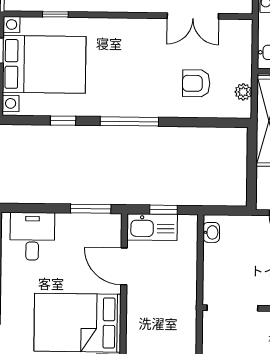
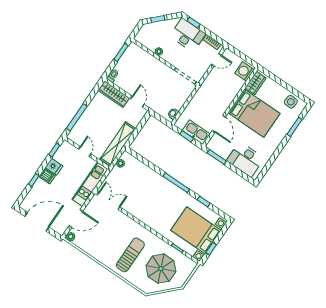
double door: (193, 16) -> (108, 201), moved
armchair: (196, 83) -> (138, 180), removed
desk: (32, 236) -> (245, 159), width x1.37

